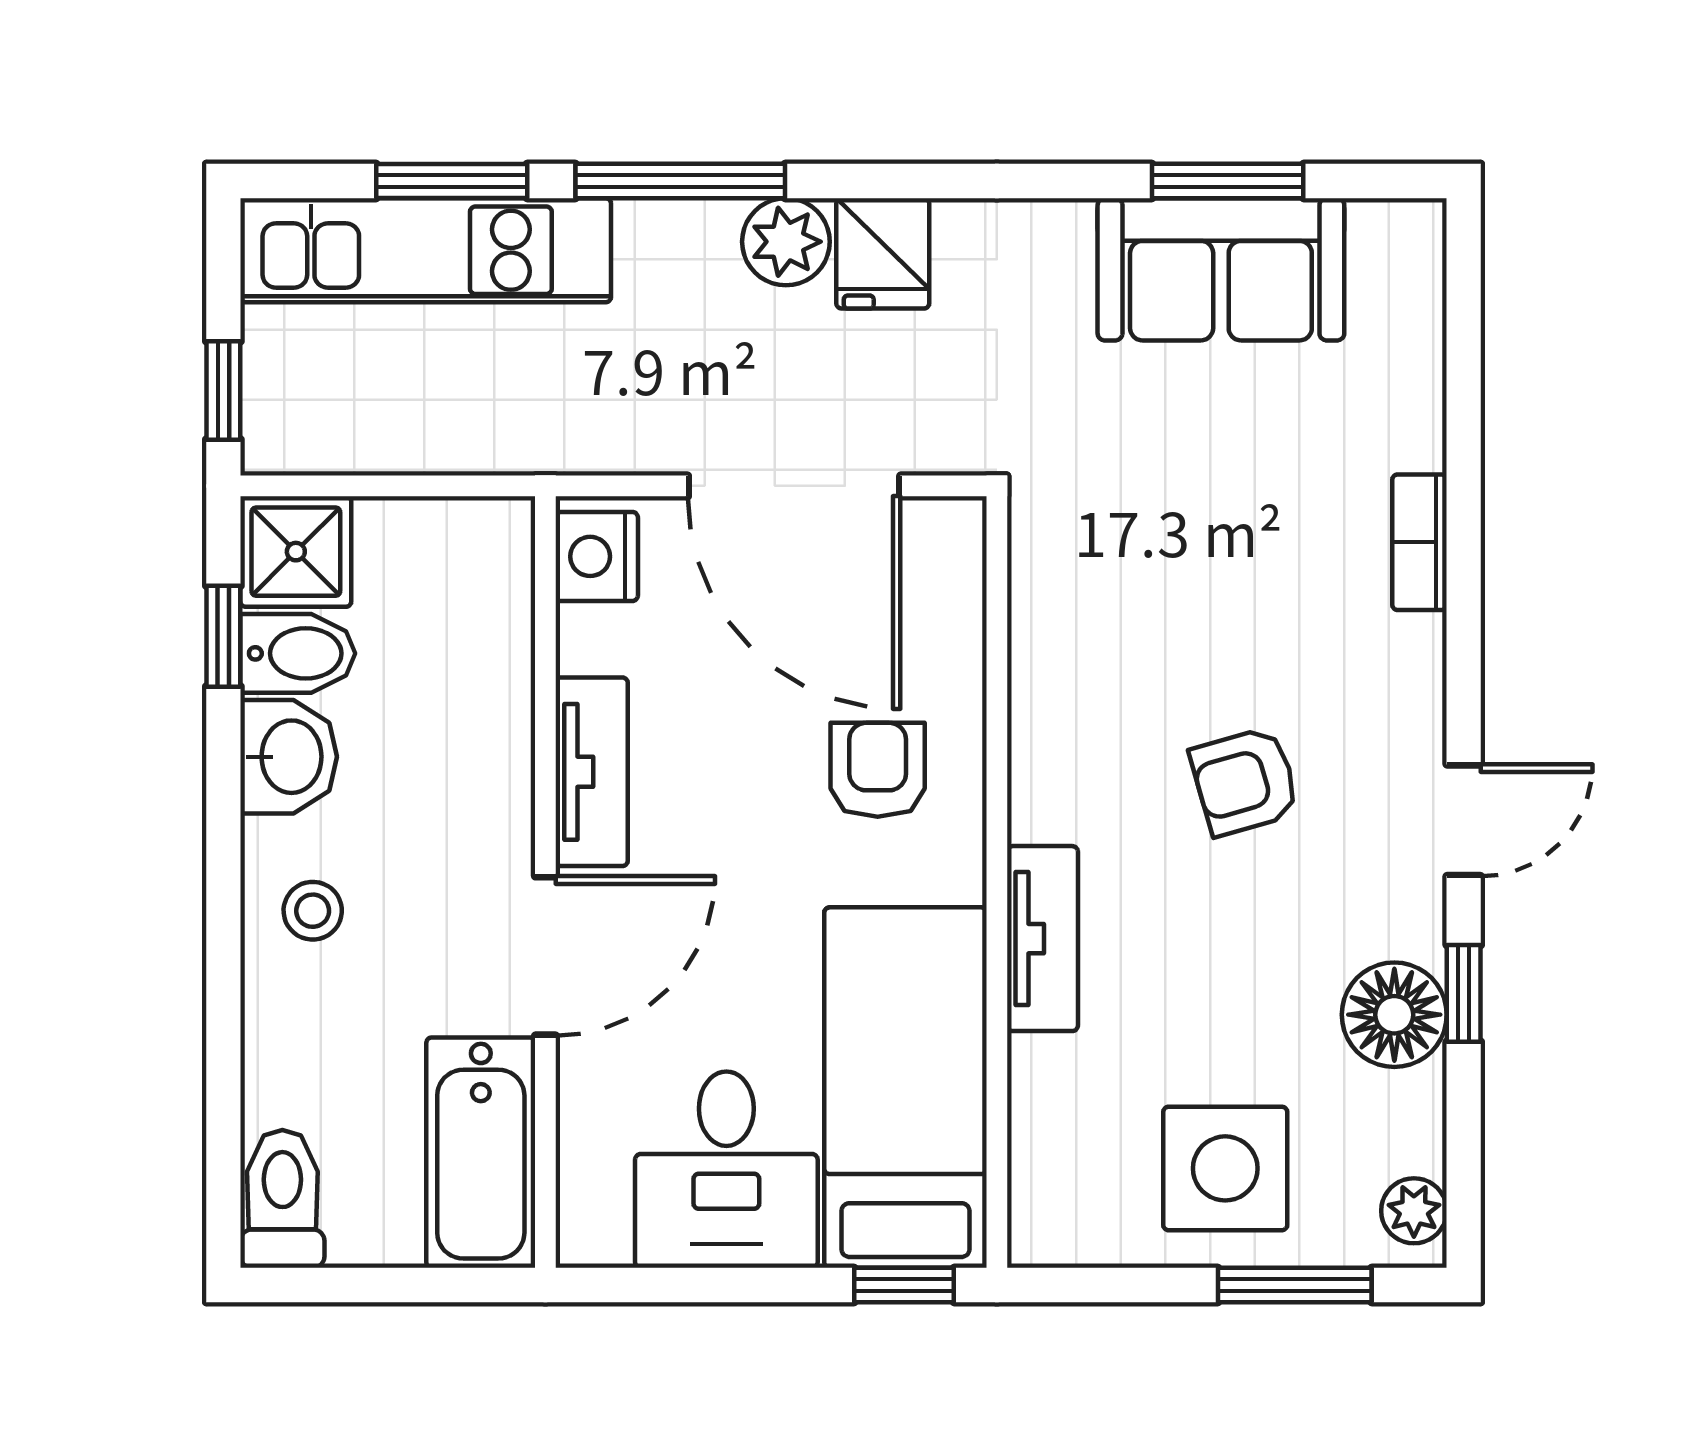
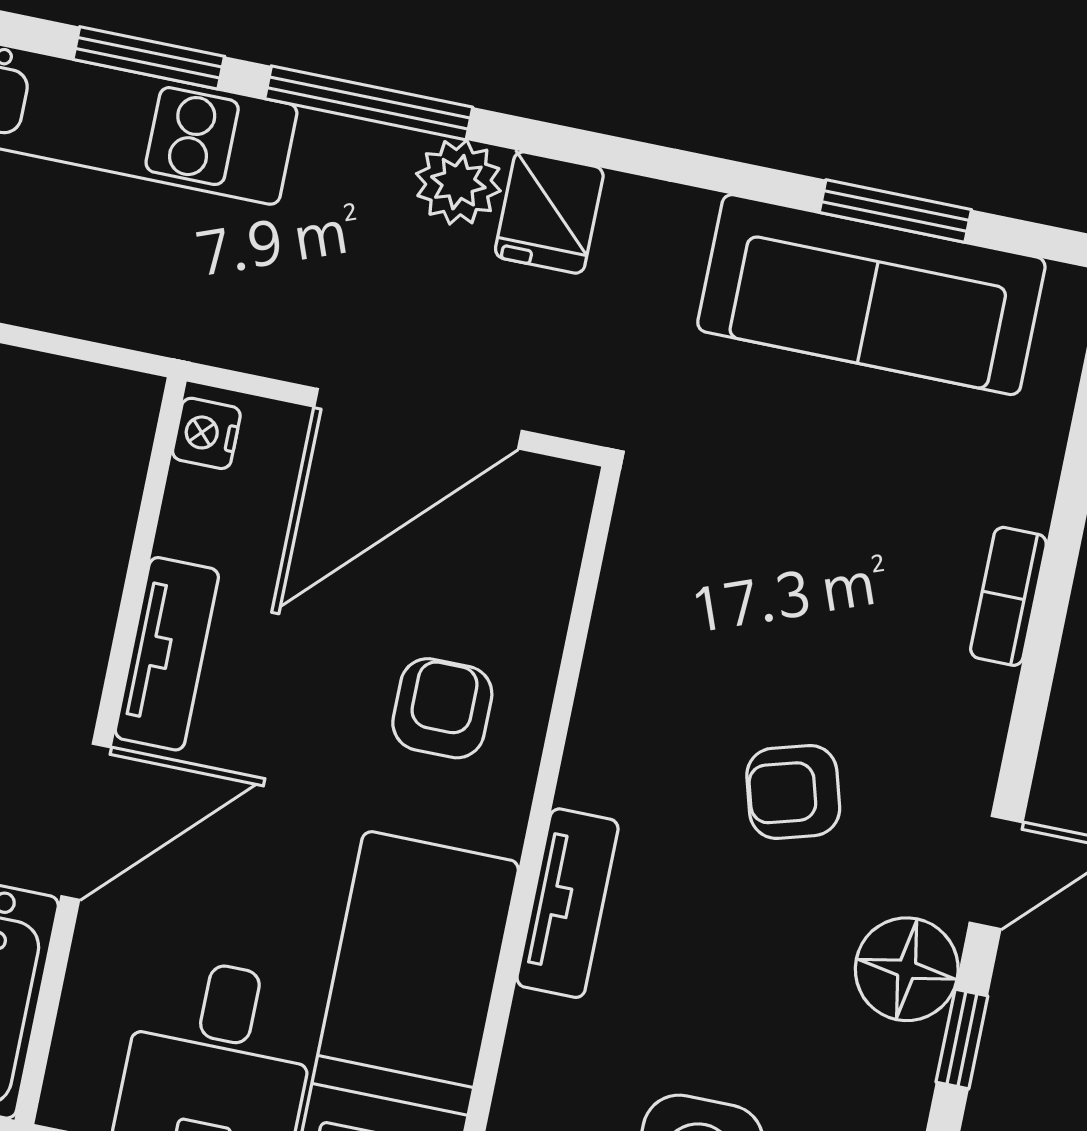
sofa: (1221, 269) -> (871, 295), width x1.36
door: (794, 486) -> (418, 419), hinge flipped
nightstand: (597, 556) -> (206, 433), width x0.72, depth x0.74
floor lamp: (1394, 1015) -> (907, 969), moved

